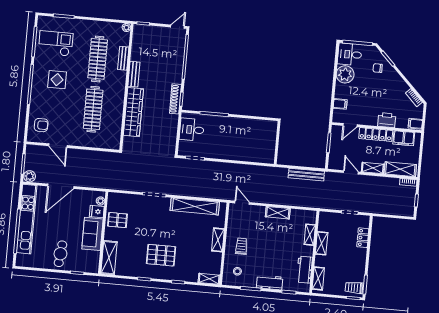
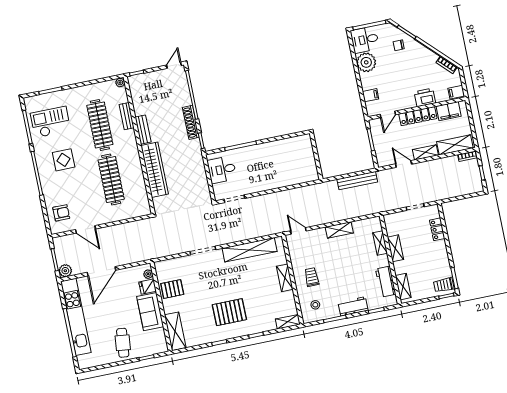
shoe rack: (175, 99) -> (191, 122), moved

